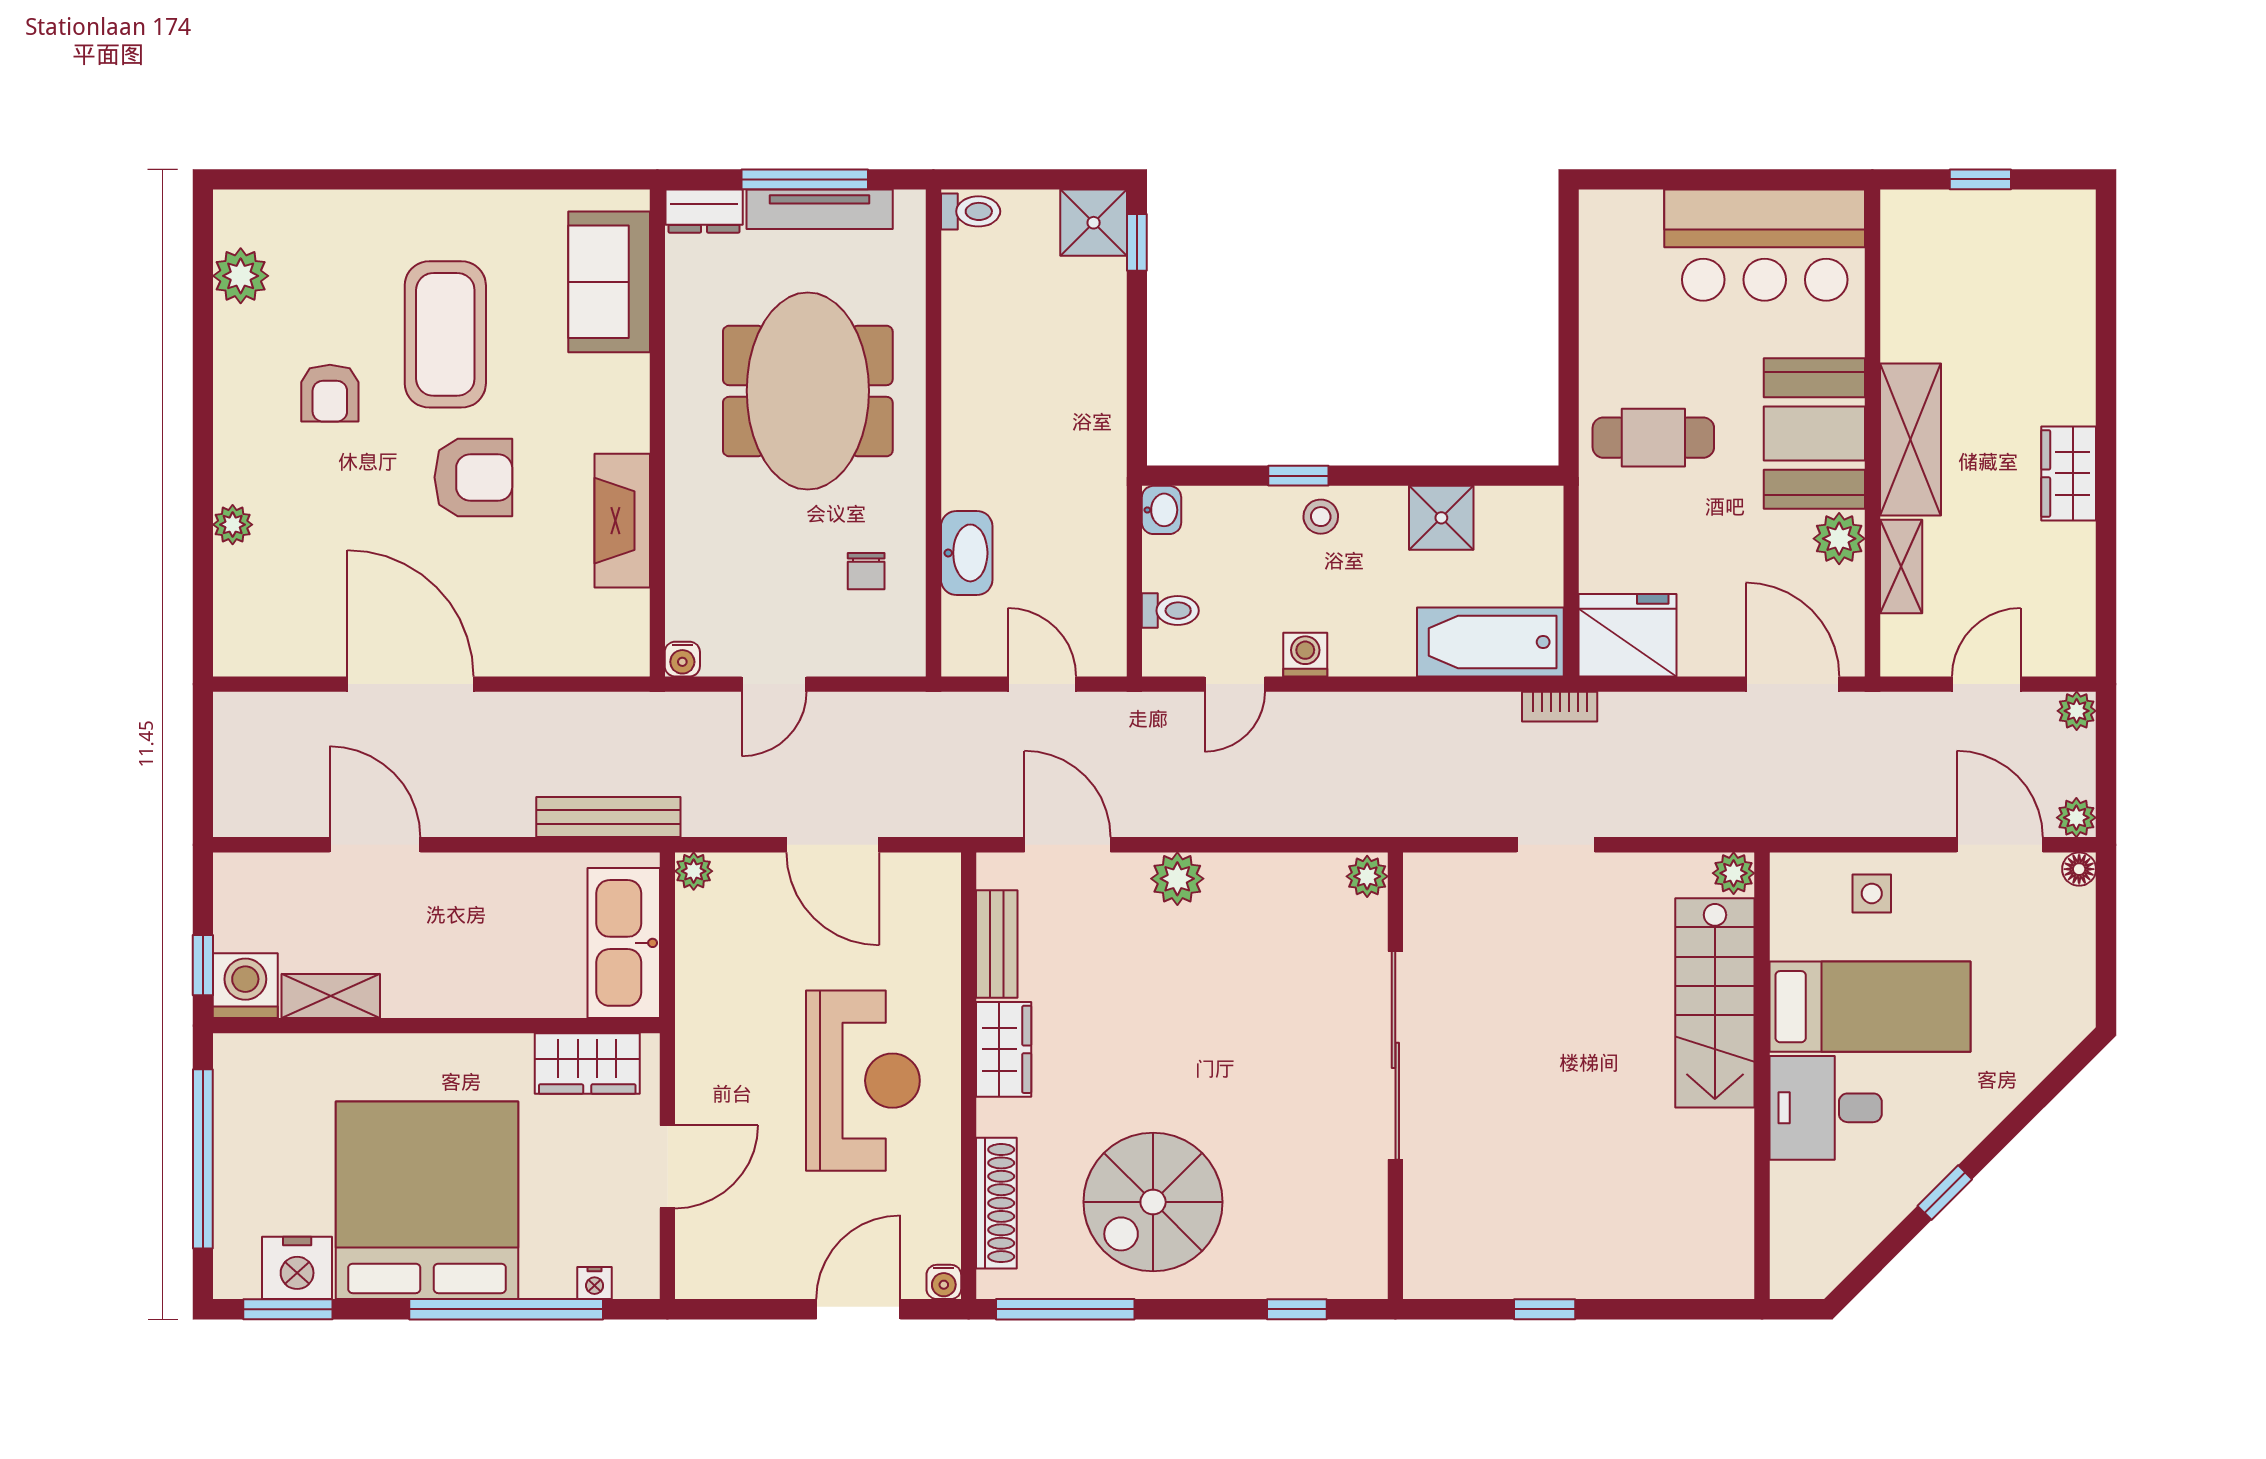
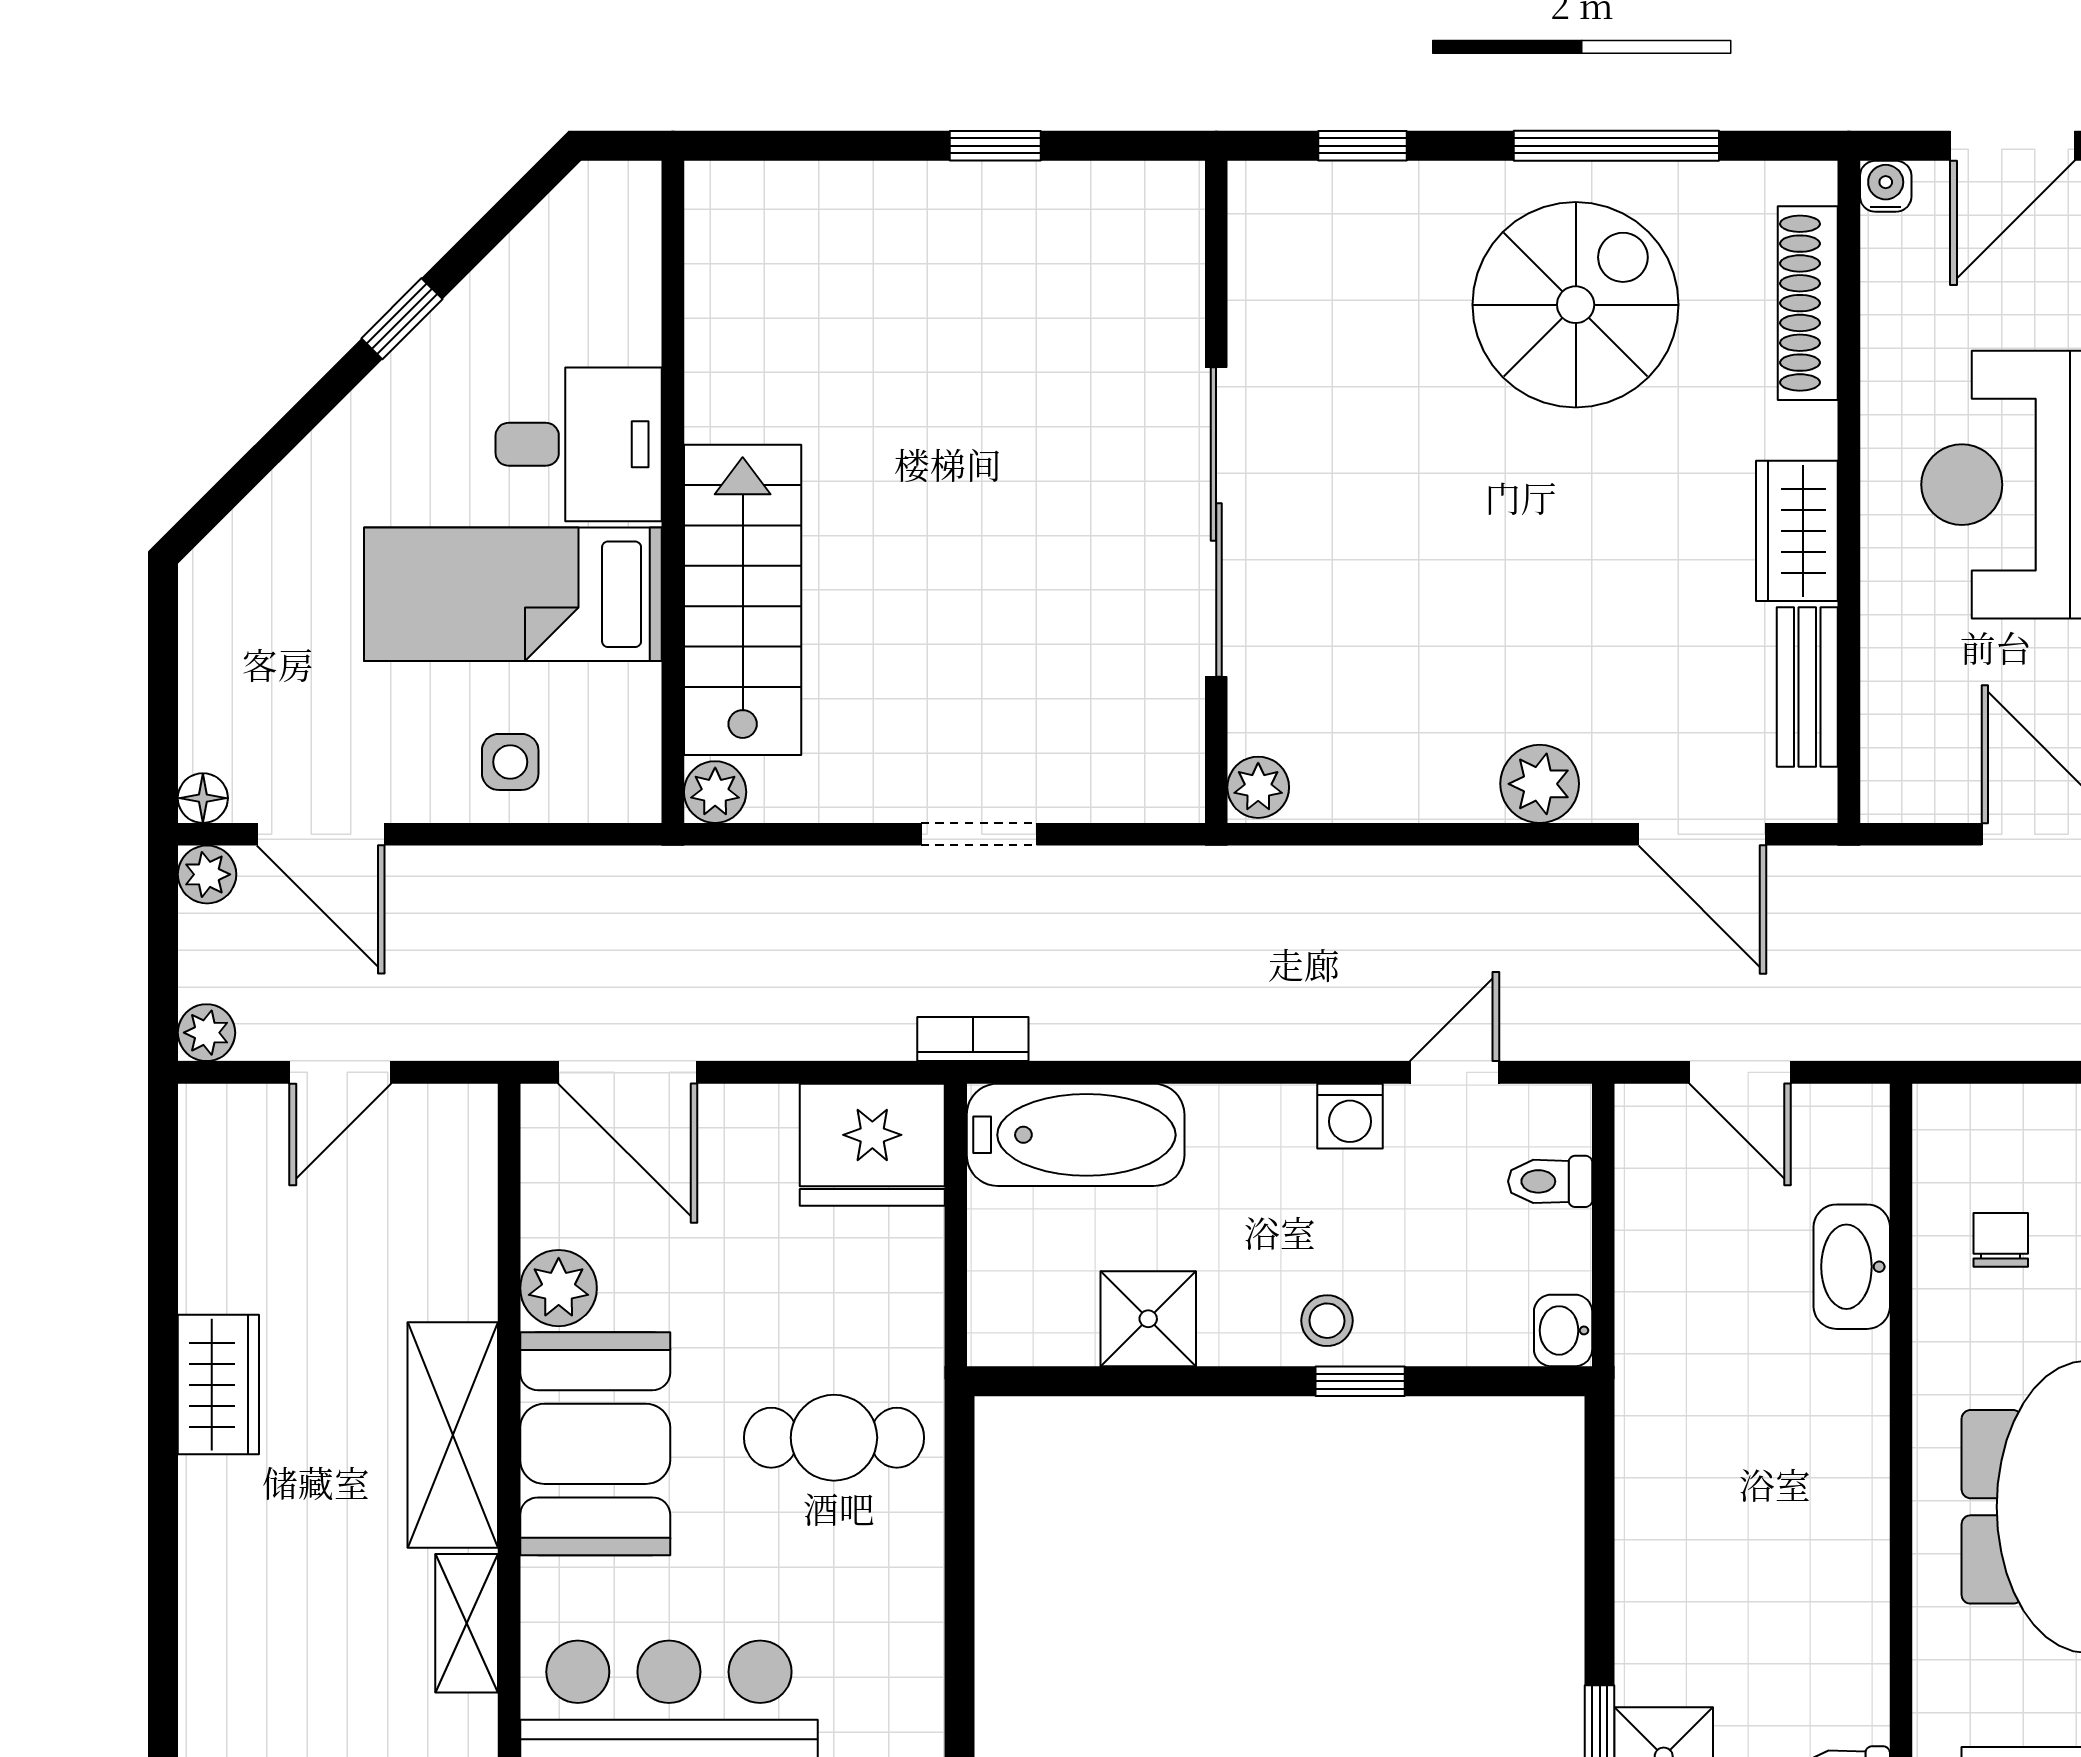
shelving: (1901, 566) -> (467, 1623), moved
window: (1065, 1309) -> (1616, 146), moved

